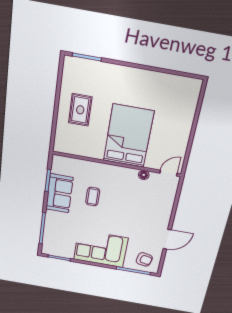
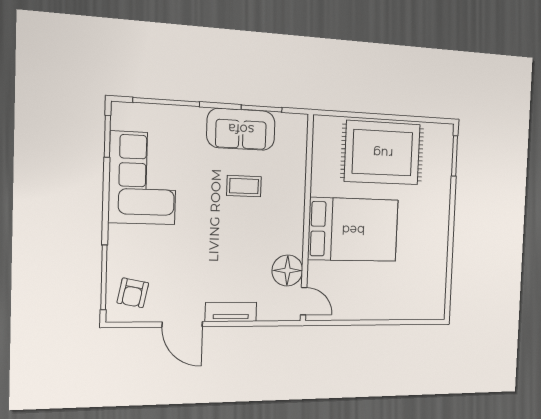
rug: (80, 110) -> (383, 153), width x1.86, depth x2.06
floor lamp: (144, 175) -> (287, 270), width x1.89, depth x1.89
tv unit: (166, 214) -> (231, 312), added
corner sofa: (101, 249) -> (143, 178), moved

